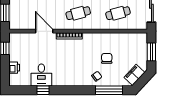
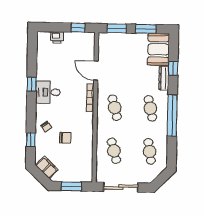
door: (44, 31) -> (96, 71), swing flipped
desk: (41, 75) -> (48, 92), moved
window: (43, 90) -> (32, 84), moved
window: (109, 90) -> (31, 140), width x0.46

